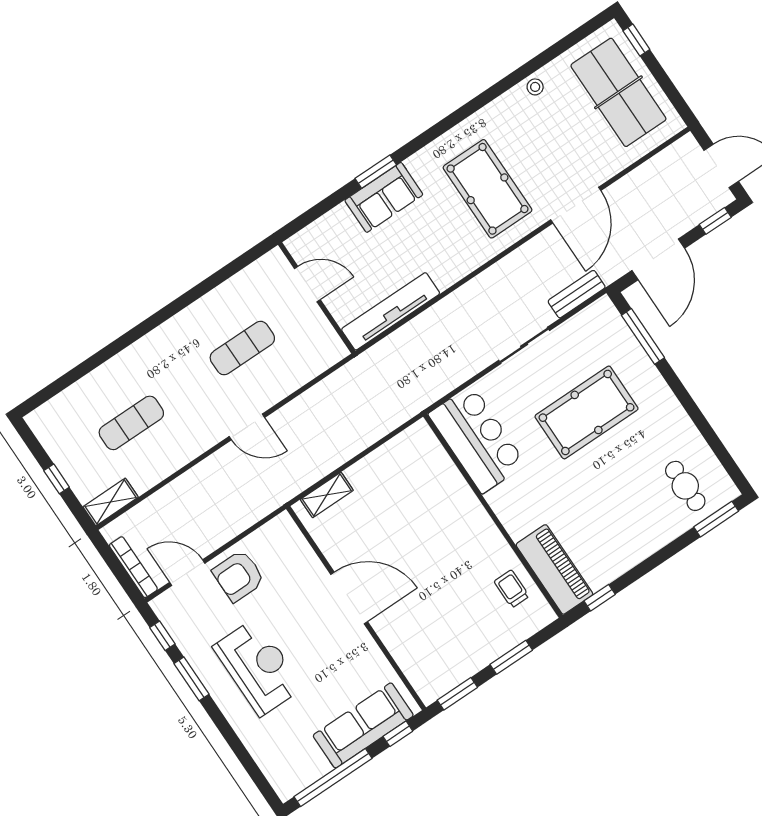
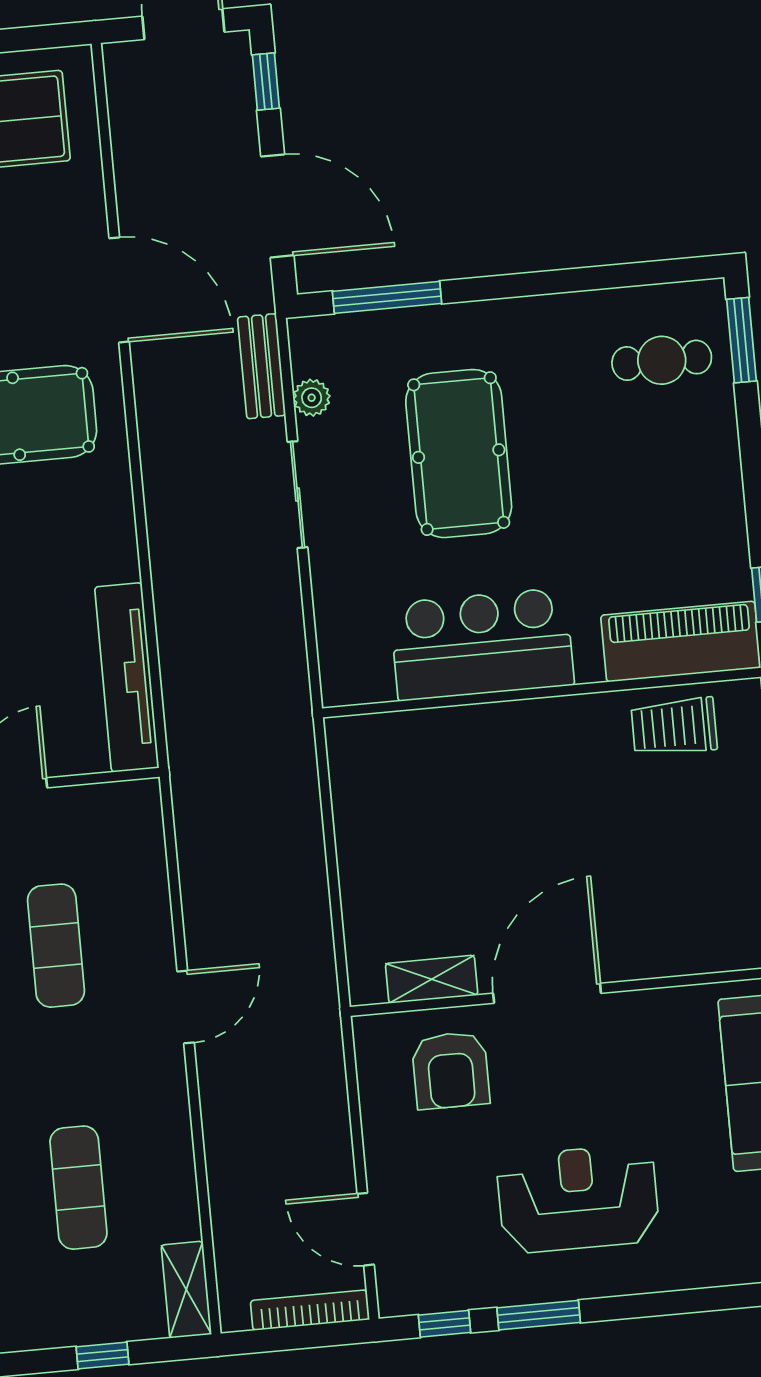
plant: (575, 327) -> (312, 398), added
bar counter: (477, 439) -> (482, 644), moved
shelving: (327, 495) -> (432, 979), moved, turned 90
door: (187, 573) -> (366, 1229), hinge flipped
armchair: (239, 576) -> (451, 1070), moved
trolley: (512, 589) -> (674, 727), width x1.36, depth x1.39

